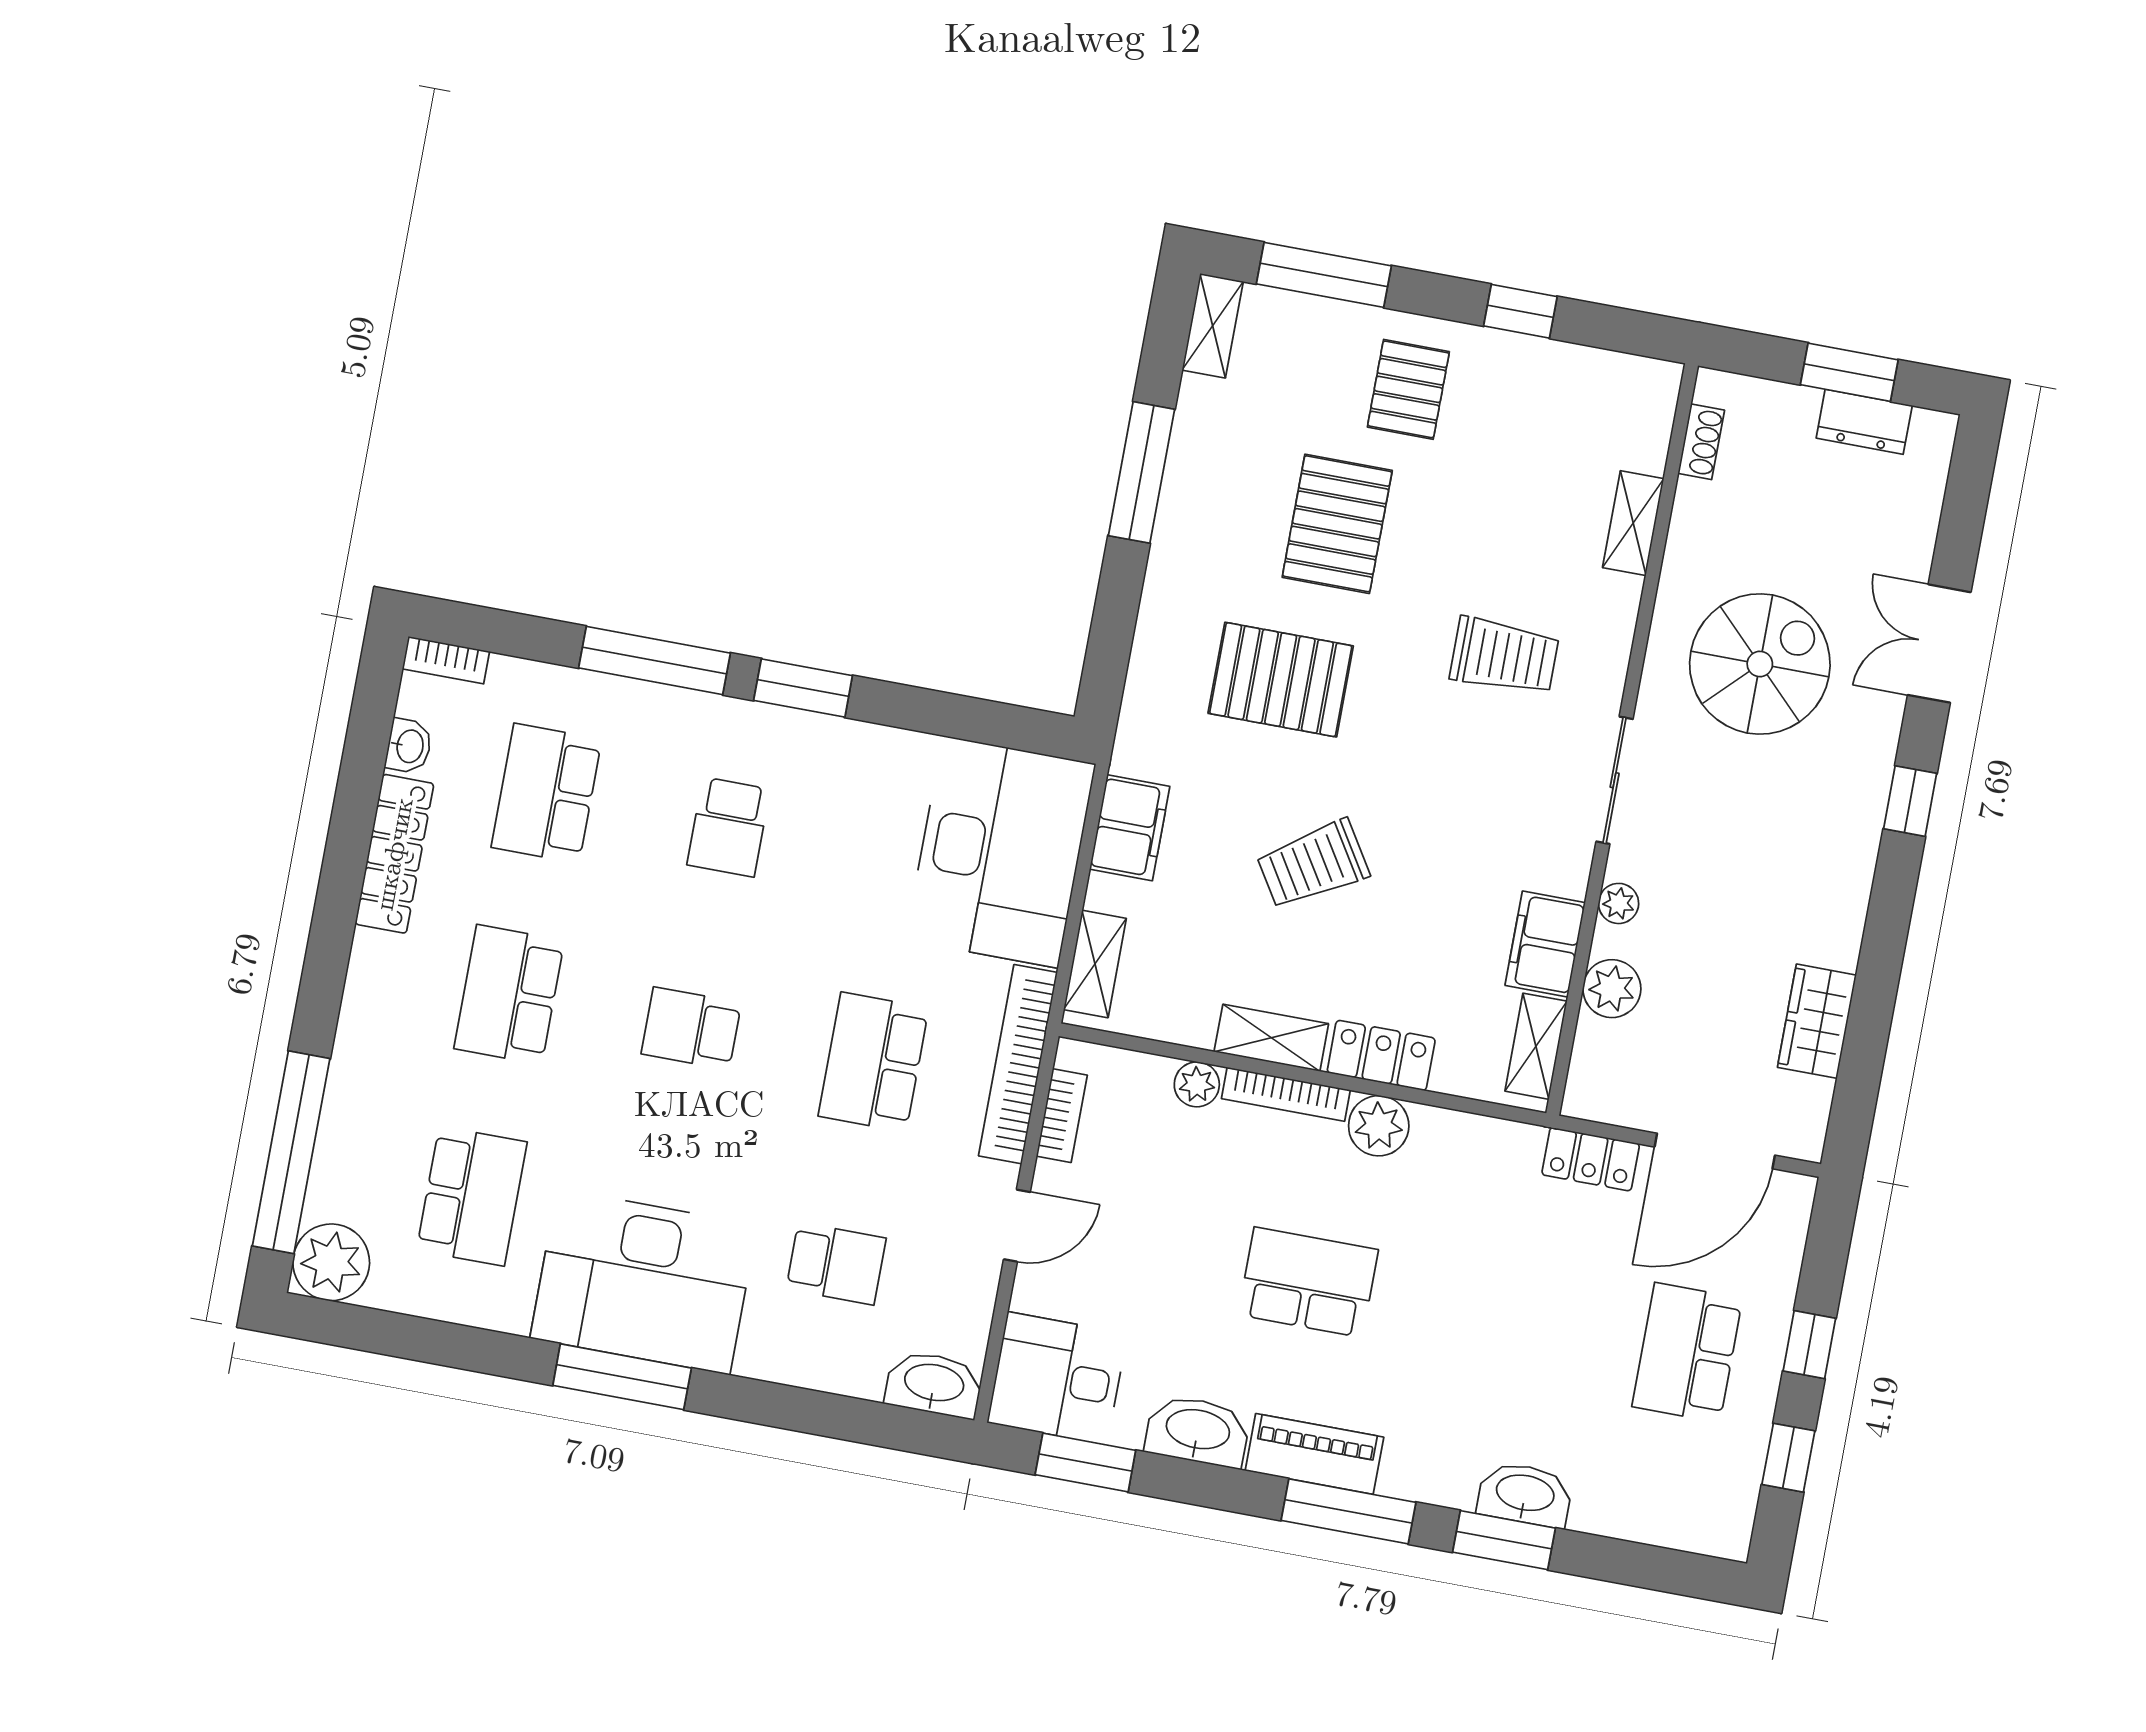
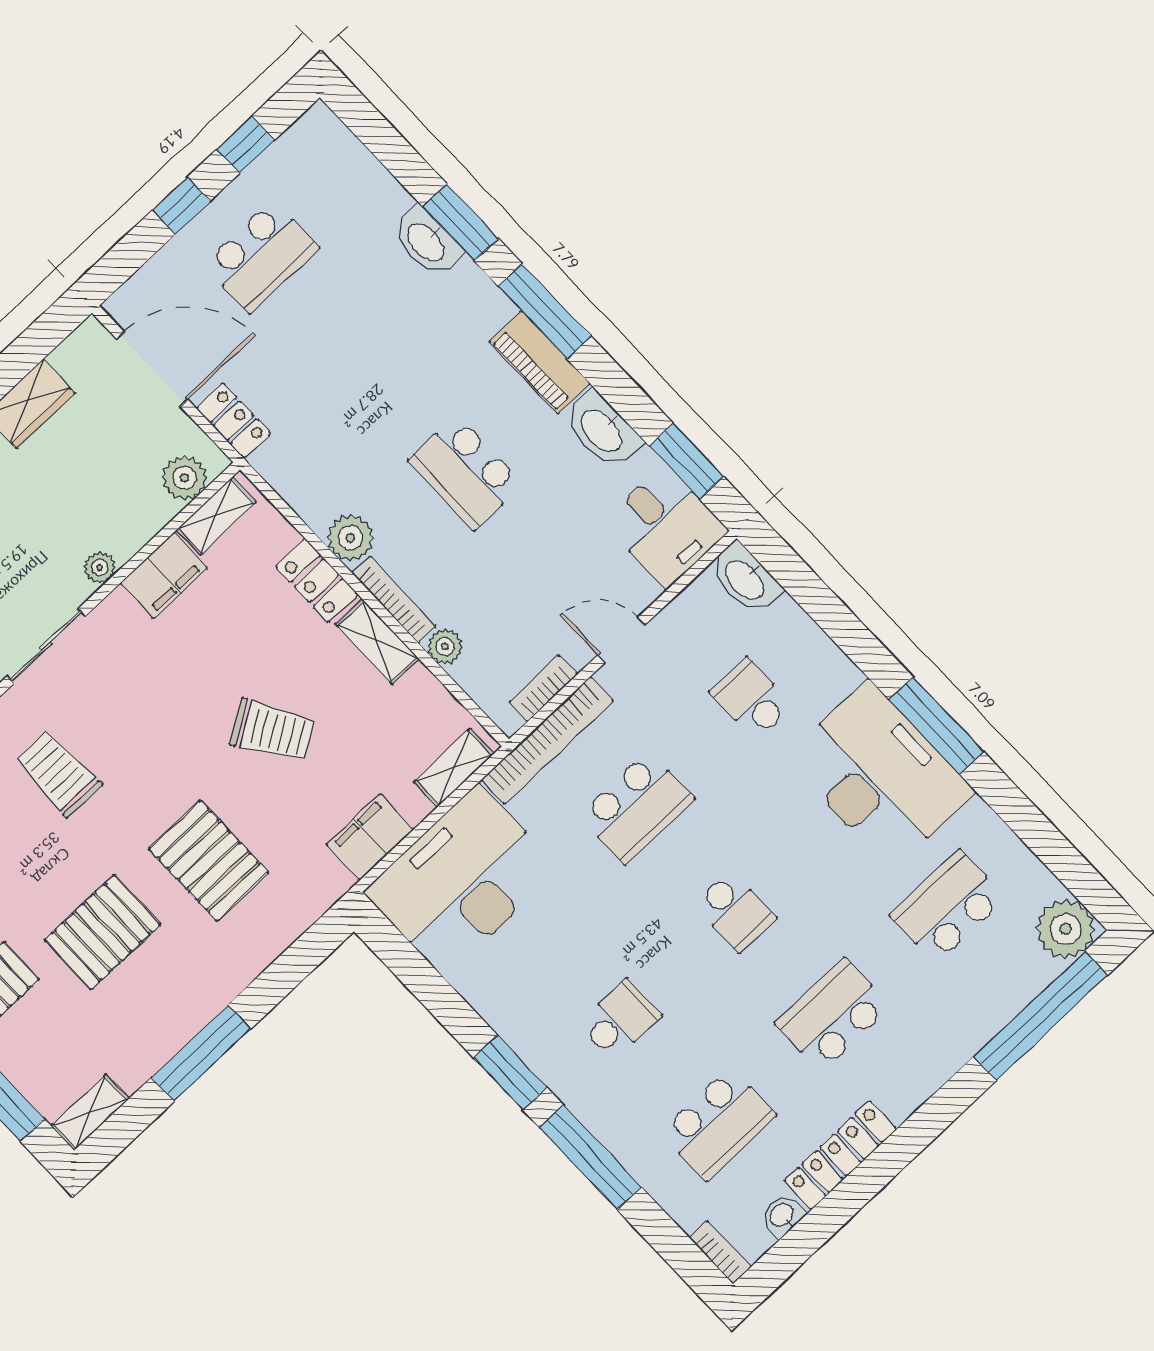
plant: (1612, 989) -> (184, 478), moved
school desk: (509, 995) -> (833, 1015), turned 180

